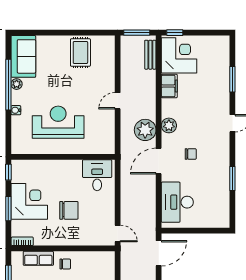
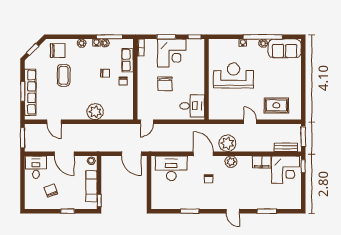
rug: (80, 52) -> (276, 105), moved
reception desk: (58, 122) -> (233, 76), turned -90

